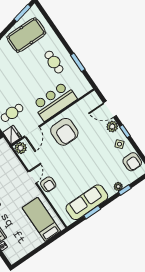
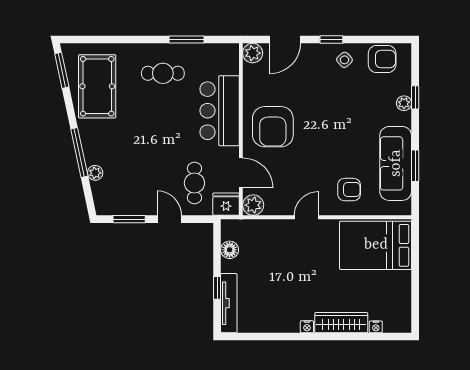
plant: (112, 127) -> (253, 53), moved
armchair: (64, 132) -> (273, 127), turned 90
door: (32, 177) -> (306, 217), hinge flipped
armchair: (48, 184) -> (349, 189), moved
bed: (41, 219) -> (376, 245), width x1.50

